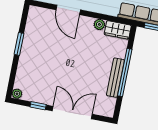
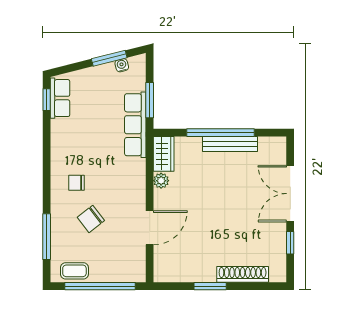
shoe rack: (23, 68) -> (243, 274), added
plant: (17, 94) -> (279, 275), removed

